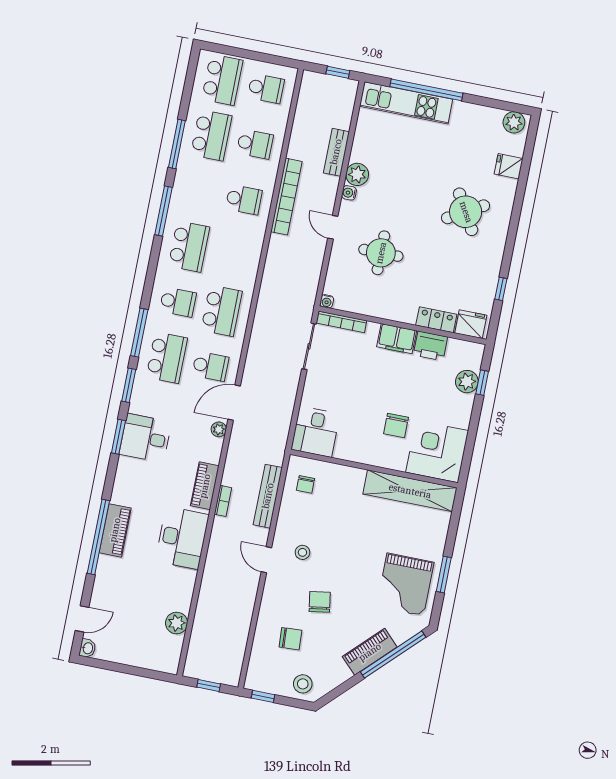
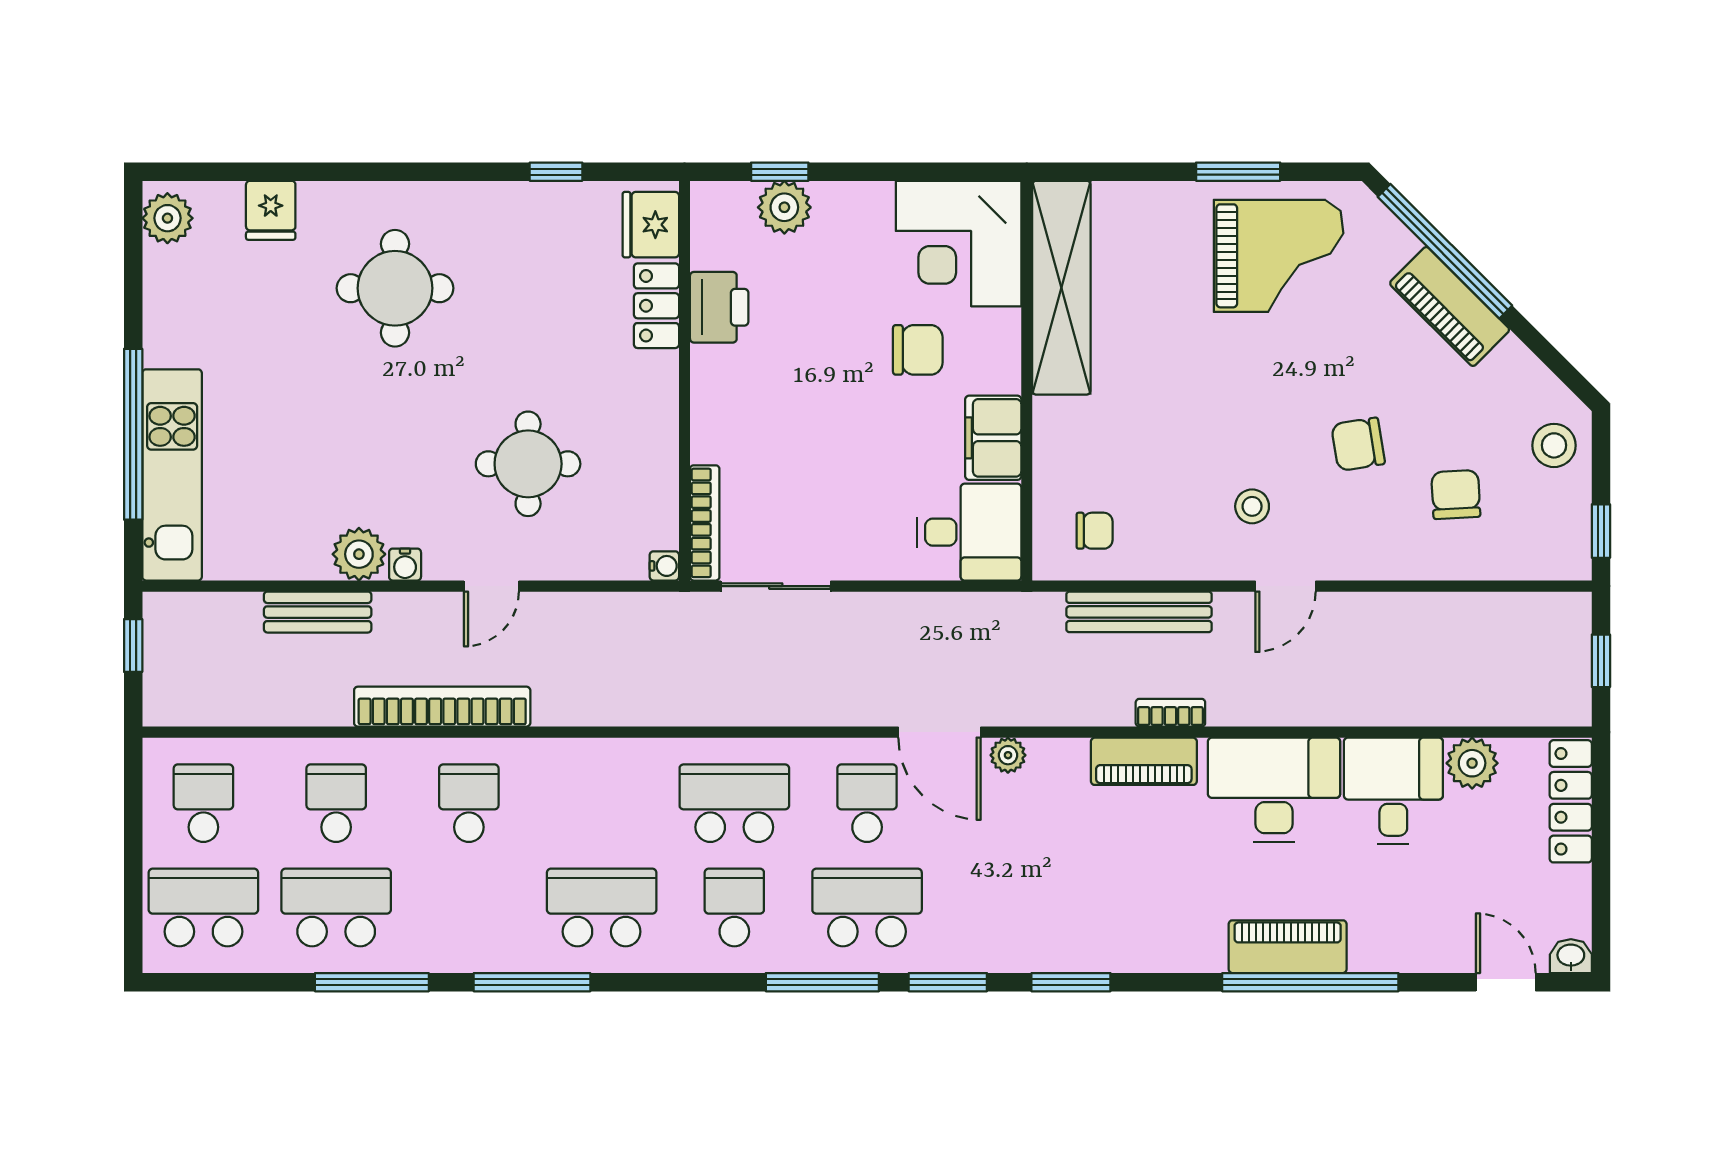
round table: (466, 212) -> (395, 288), turned 30
filing cabinet: (397, 339) -> (993, 438), moved, turned 180
desk: (145, 438) -> (1393, 791), moved, turned 180
locker: (152, 661) -> (1571, 801), added

